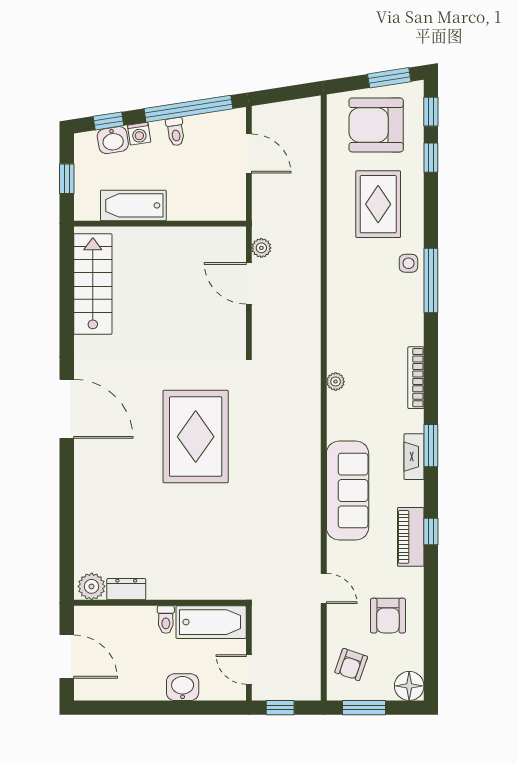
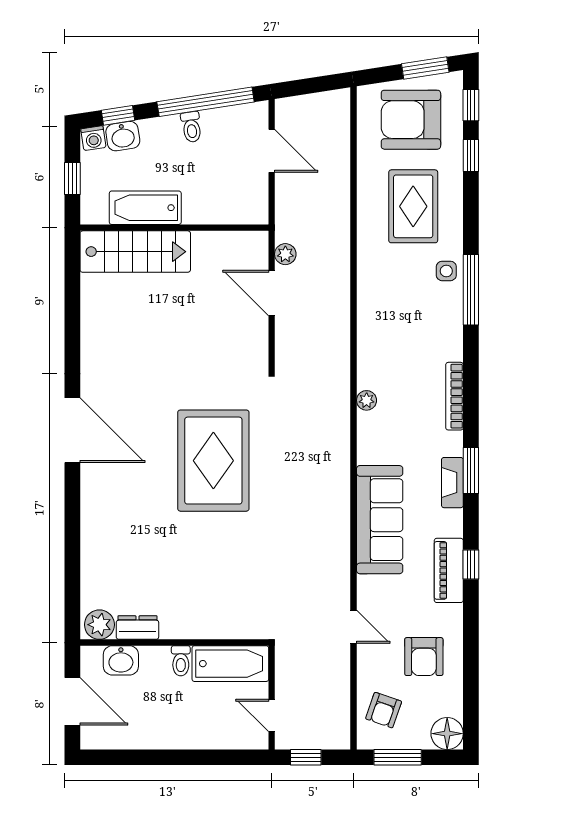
washing machine: (139, 134) -> (93, 138), moved
stairs: (93, 284) -> (135, 252), moved, turned 90
washbasin: (183, 687) -> (121, 660), moved, turned 180

